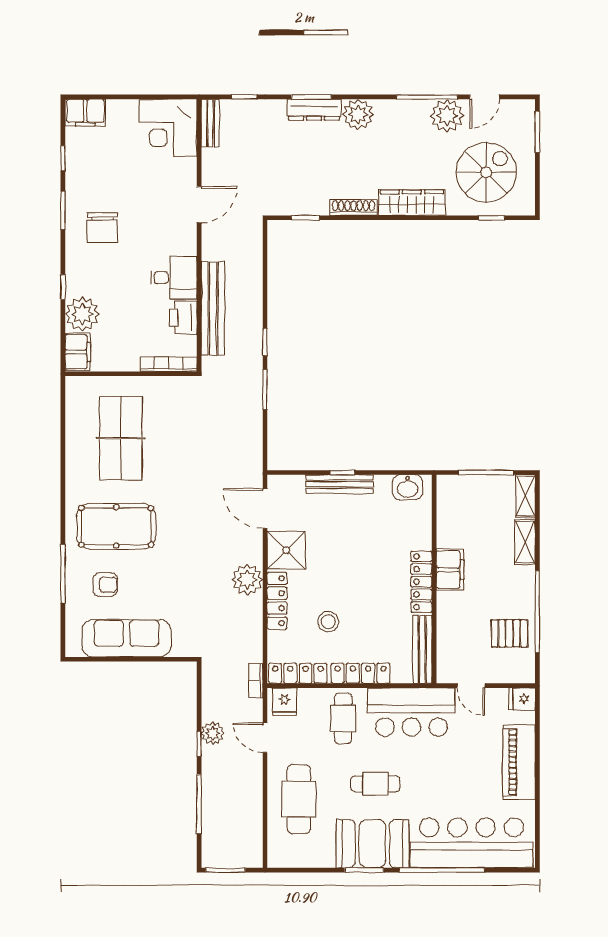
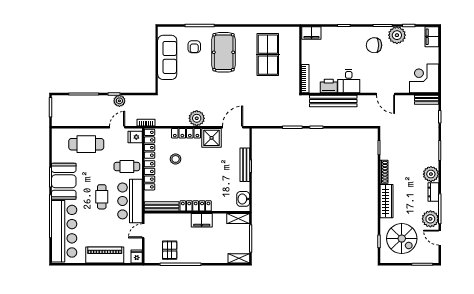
dresser: (314, 110) -> (433, 192), moved, width x0.70
plant: (82, 314) -> (397, 35), moved
table tennis table: (121, 438) -> (268, 55), turned 90
shelving: (525, 542) -> (238, 219), moved
cafe table: (375, 784) -> (102, 197), moved

